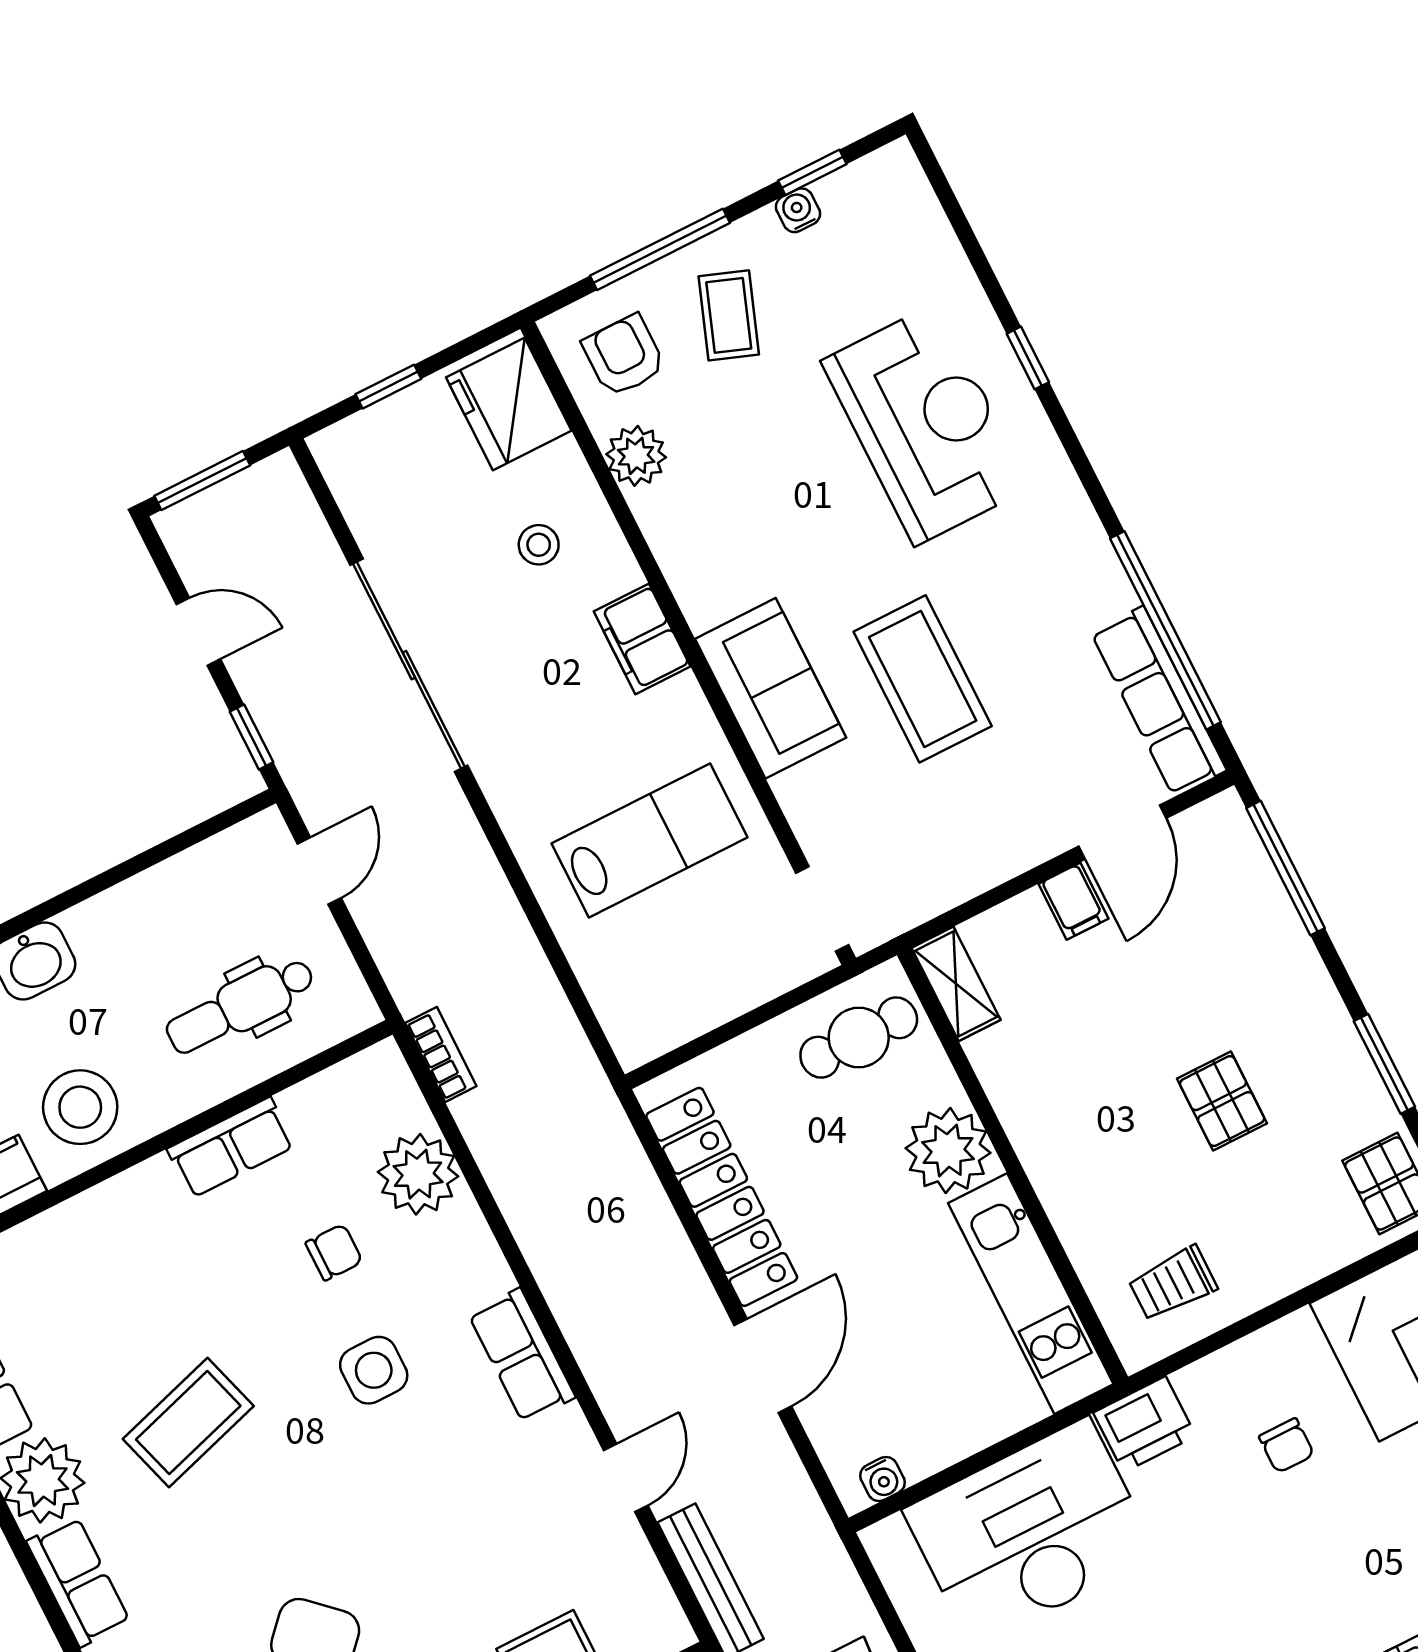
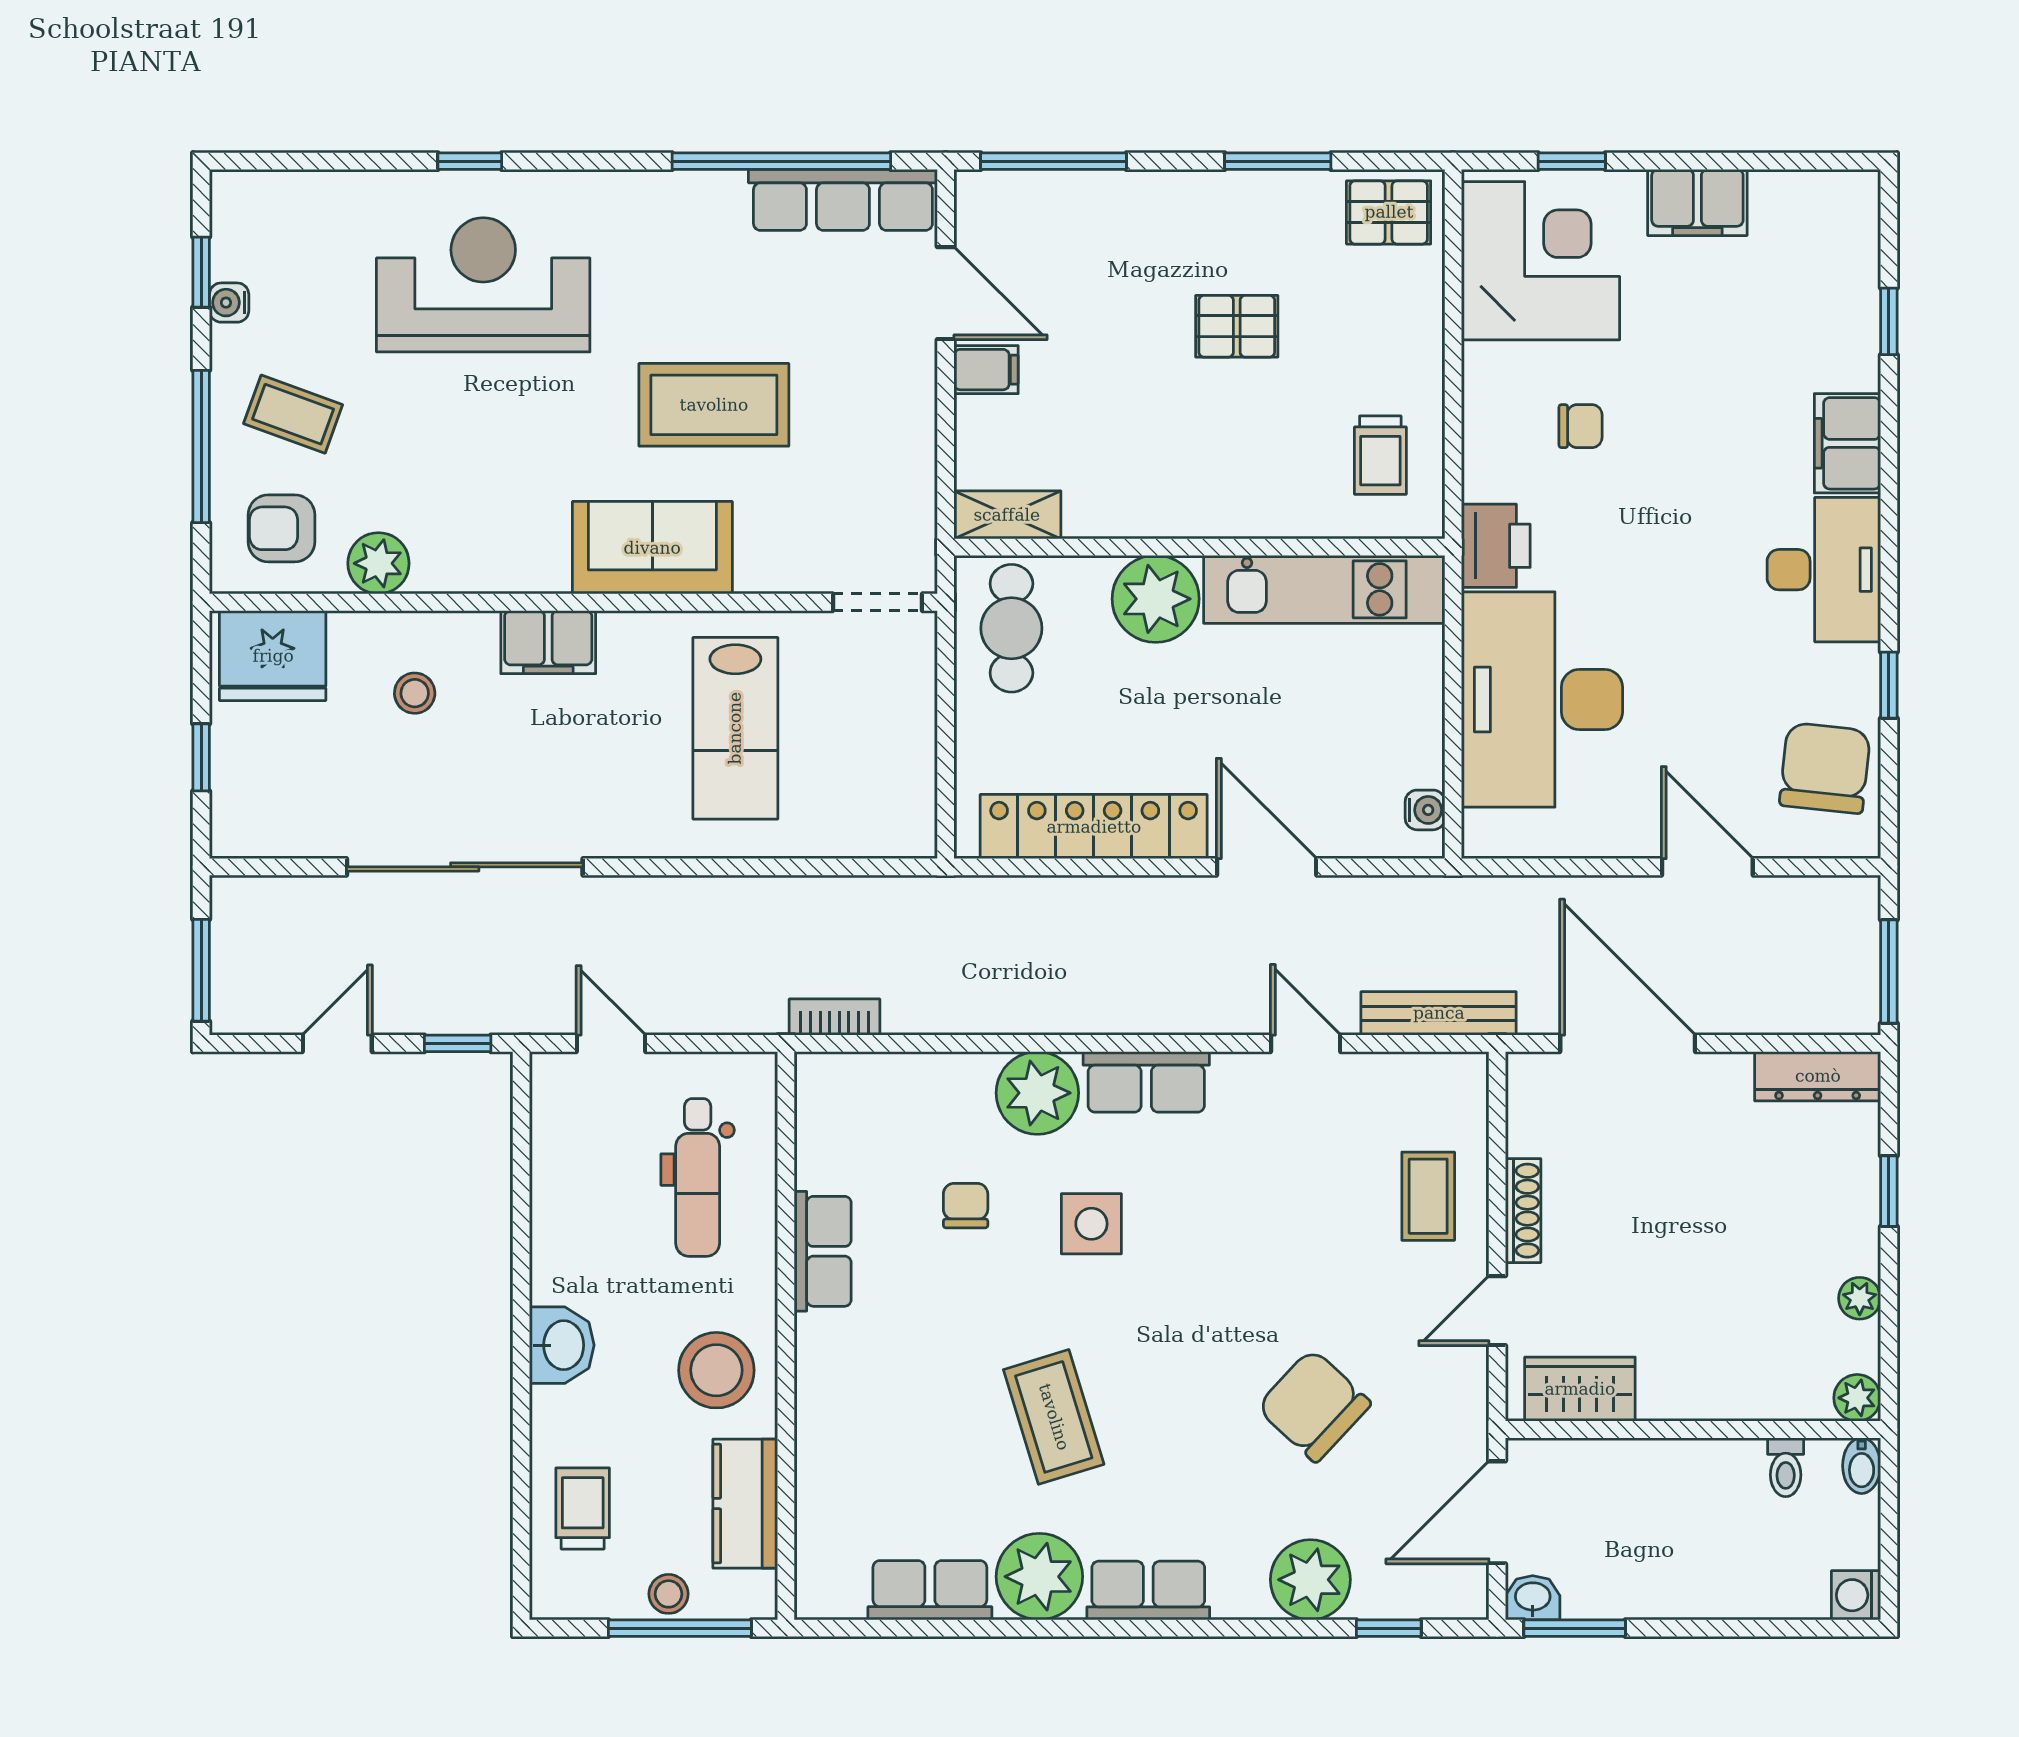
lab bench: (649, 840) -> (735, 728), turned 180
plant: (418, 1174) -> (1037, 1093), moved

